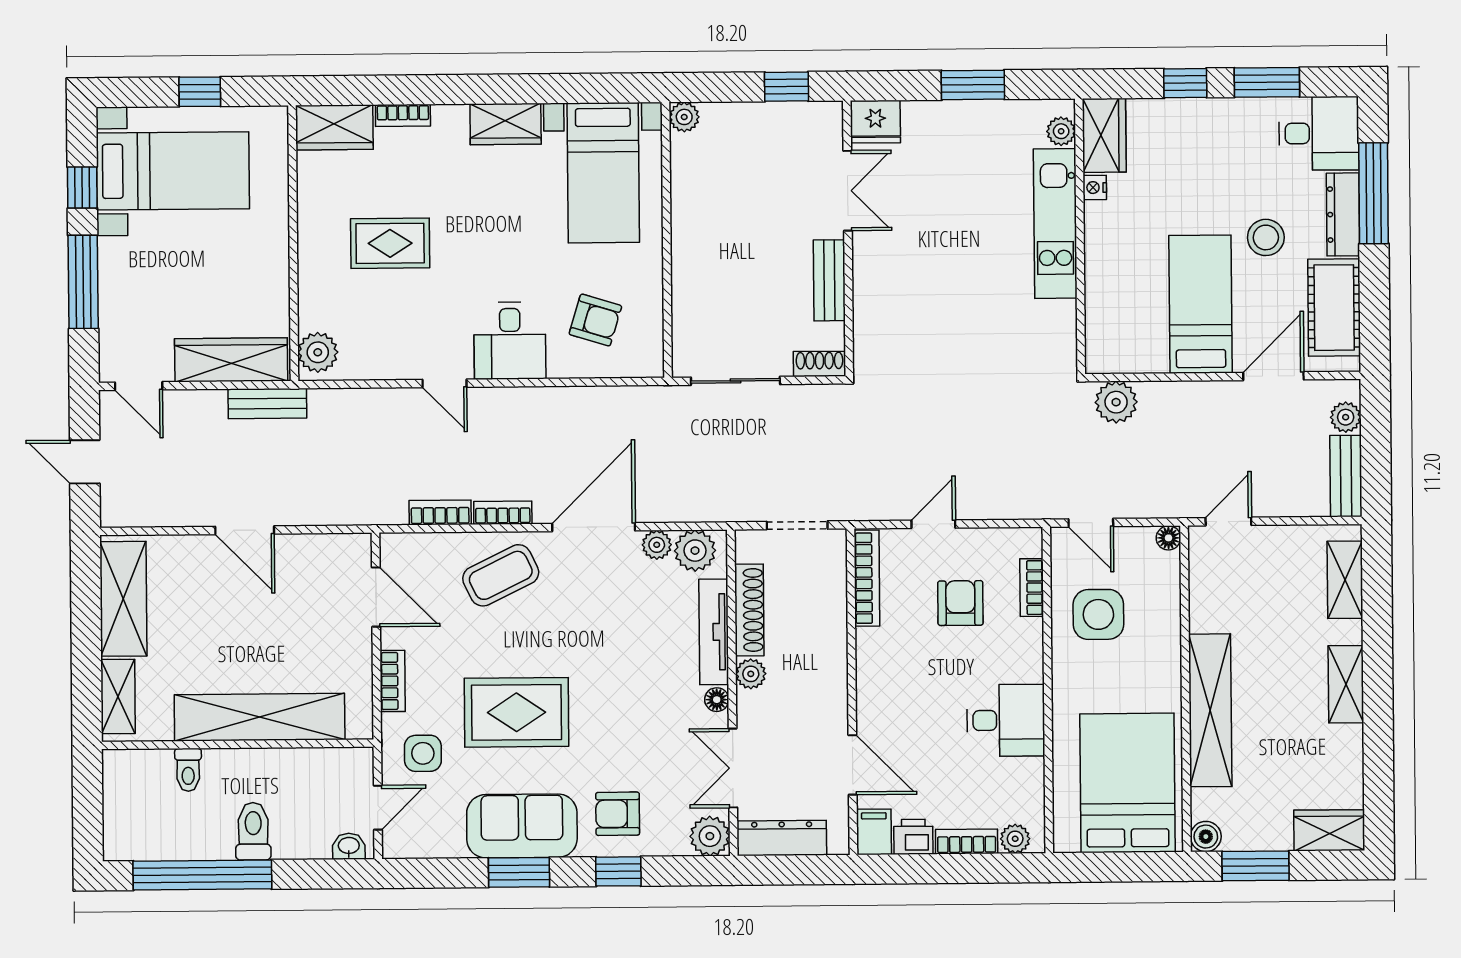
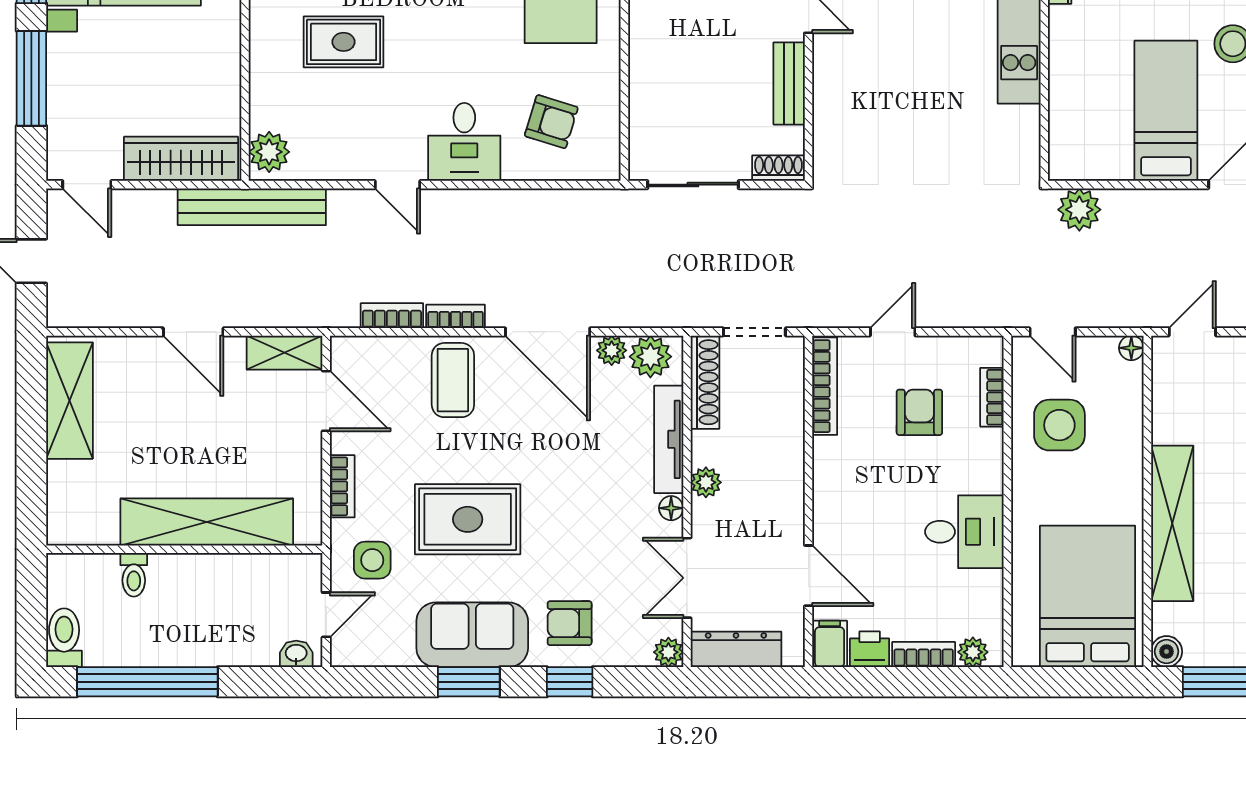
bench: (267, 403) -> (252, 207), width x1.86, depth x1.21
door: (594, 527) -> (548, 332), swing flipped
coffee table: (501, 575) -> (453, 380), turned -64
shoe rack: (749, 610) -> (705, 382), moved
shelving: (118, 696) -> (285, 353), moved, turned 90
toilet: (253, 831) -> (64, 638), moved
plant: (710, 836) -> (668, 652), width x0.73, depth x0.73

